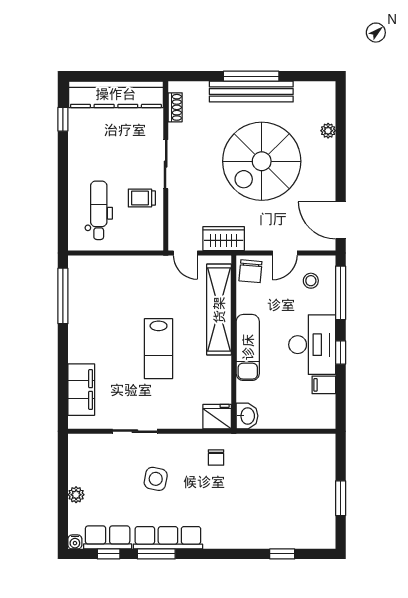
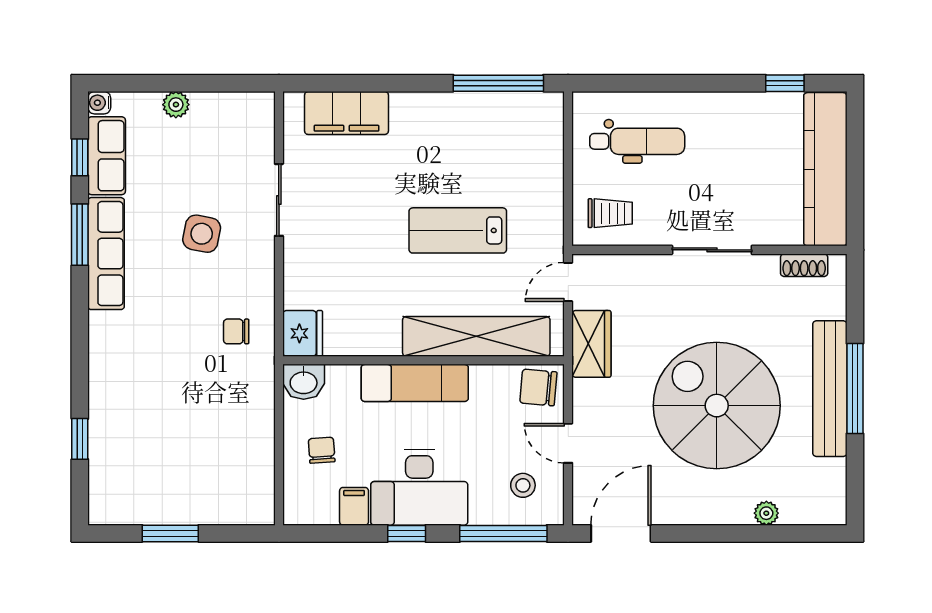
trolley: (142, 198) -> (610, 213), moved, turned 90
lab bench: (159, 349) -> (458, 230), moved
chair: (289, 405) -> (322, 450), added

